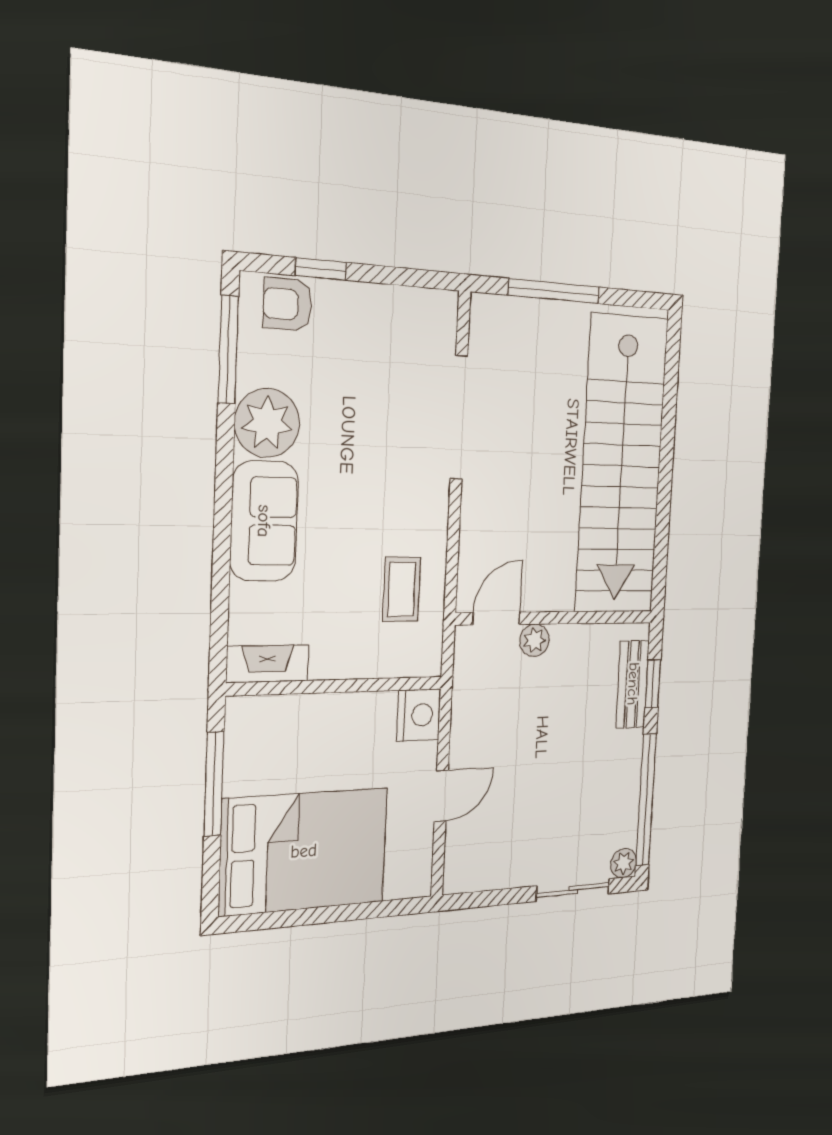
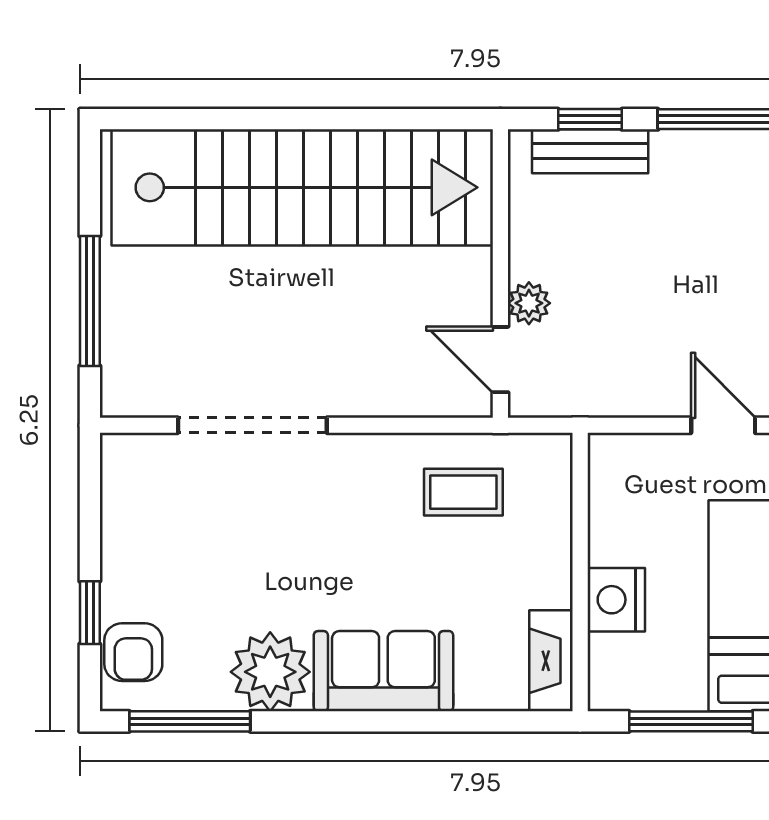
nightstand: (419, 715) -> (616, 600), moved, turned -90

